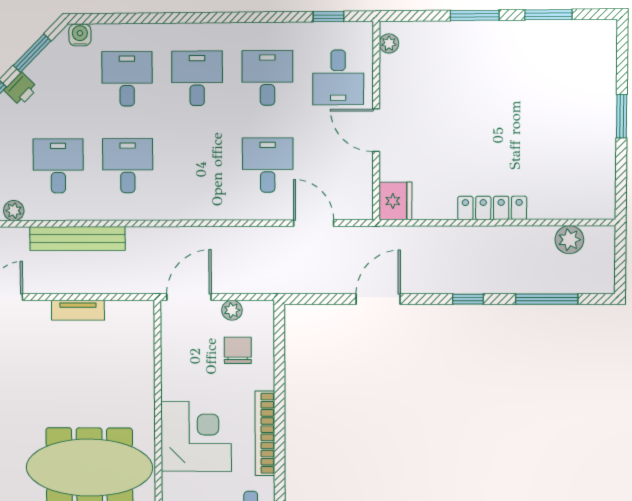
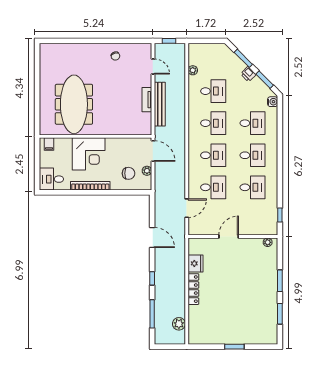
desk: (338, 77) -> (213, 155), moved, turned 180
fridge: (395, 201) -> (195, 263), moved, turned -90
bench: (77, 239) -> (160, 104), moved

